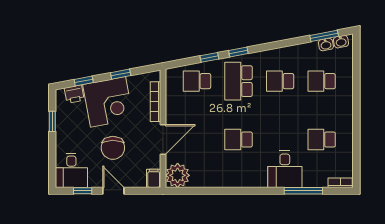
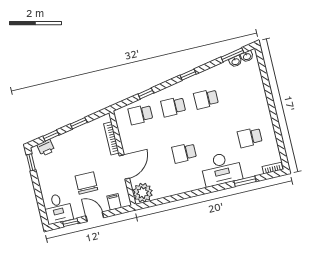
window: (238, 52) -> (188, 75), moved
school desk: (239, 81) -> (173, 107), width x0.54
school desk: (322, 81) -> (239, 91), removed
corner desk: (108, 102) -> (74, 148), removed
window: (52, 121) -> (31, 162), moved
chair: (113, 148) -> (86, 183), turned 180
desk: (285, 169) -> (221, 169), width x1.37
filing cabinet: (154, 178) -> (114, 202), moved
window: (303, 191) -> (245, 181), width x0.69

